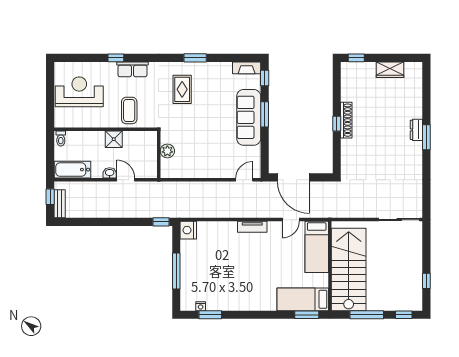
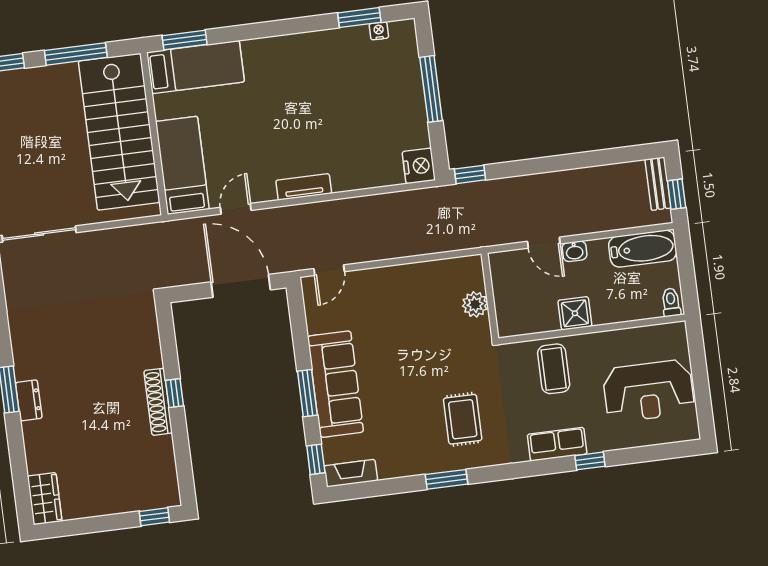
wardrobe: (390, 70) -> (45, 499), moved, turned 90

